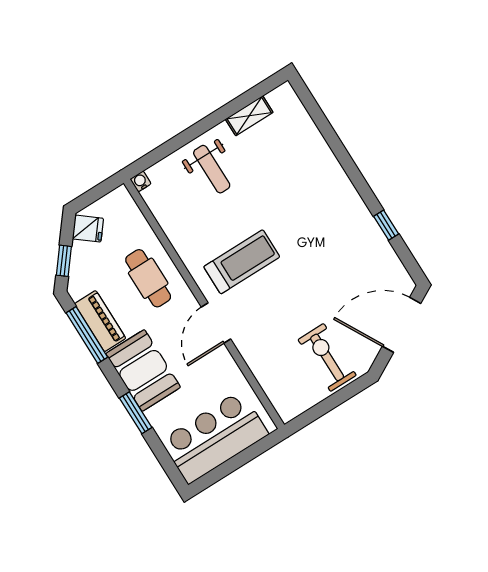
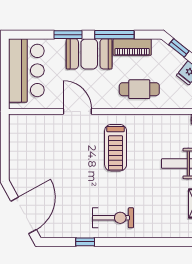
door: (216, 323) -> (77, 112), moved
window: (87, 335) -> (114, 35), moved
exercise bike: (327, 357) -> (113, 218), moved

